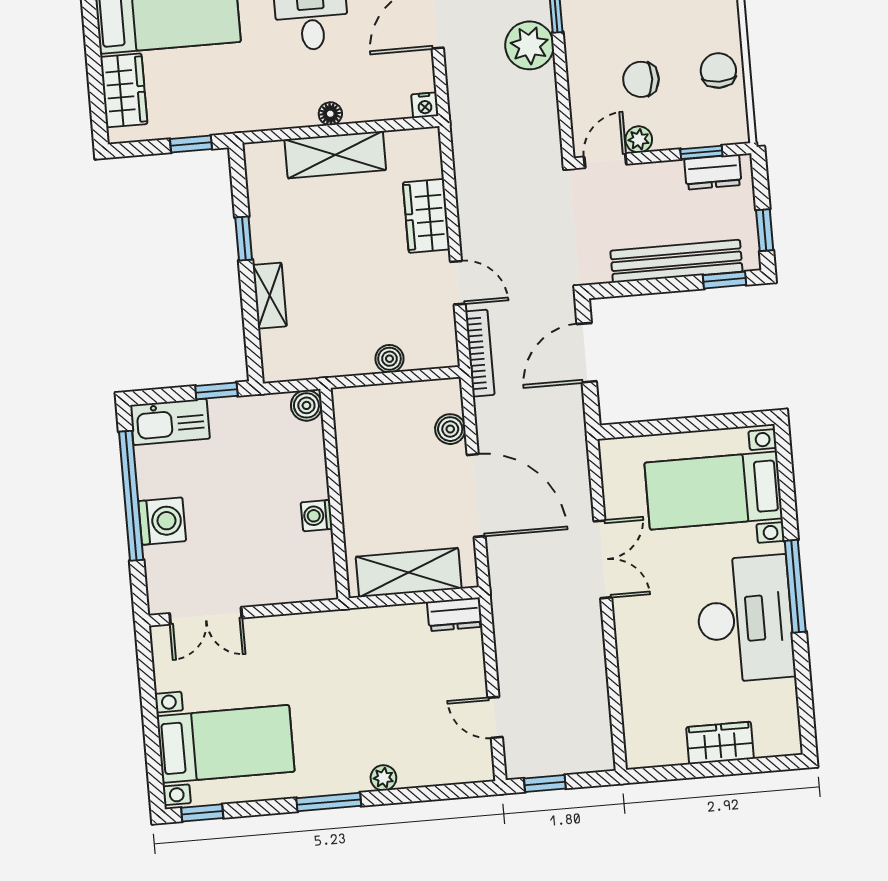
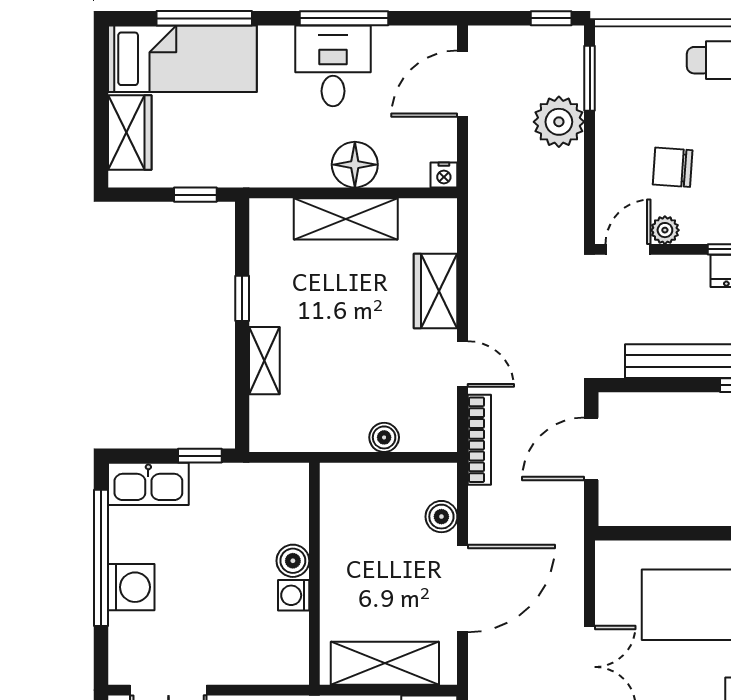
floor lamp: (330, 114) -> (355, 165), width x1.89, depth x1.89
boiler: (306, 405) -> (293, 561), moved
door: (476, 495) -> (463, 589), hinge flipped

